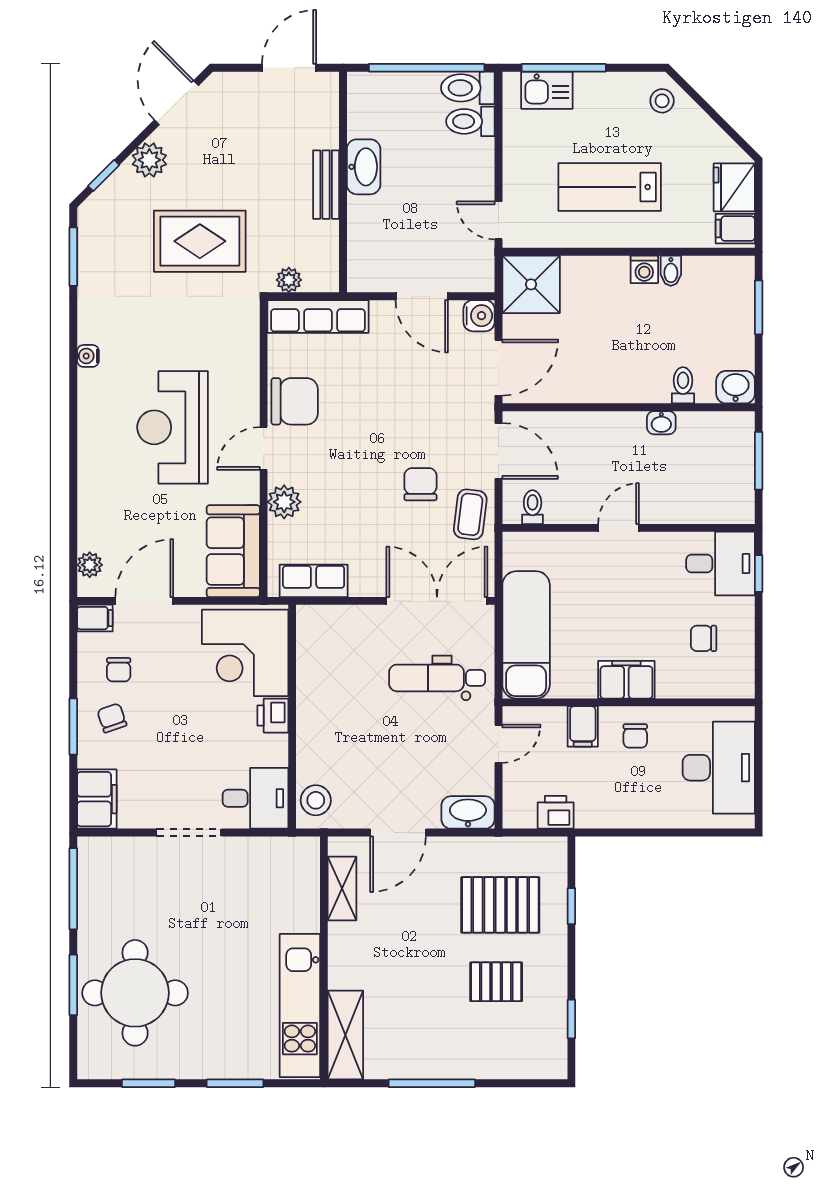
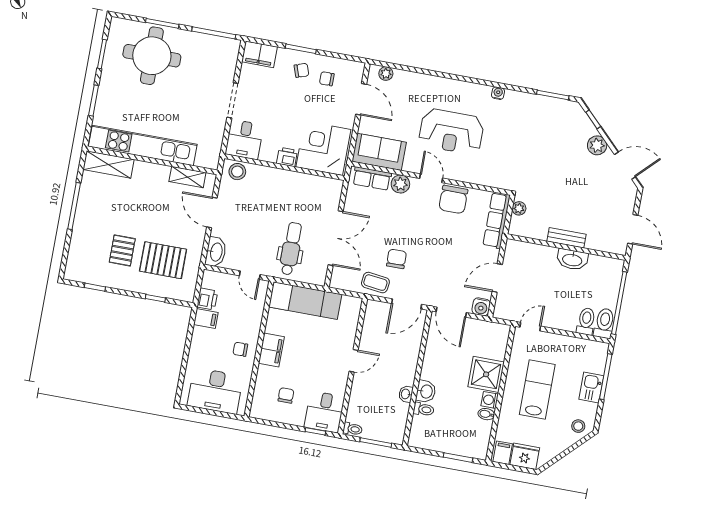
kitchen sink: (547, 90) -> (591, 388), moved
rug: (200, 241) -> (548, 164), removed
shower: (531, 284) -> (486, 374), moved
washbasin: (736, 387) -> (426, 391), moved
reception desk: (173, 427) -> (451, 132), turned 180
chair: (420, 484) -> (397, 259), turned -91
toilet: (533, 507) -> (353, 429), moved
door: (619, 528) -> (354, 361), hinge flipped
row of seats: (314, 581) -> (372, 178), moved, turned 90
double door: (437, 601) -> (336, 238), moved
filing cabinet: (95, 618) -> (357, 71), removed
filing cabinet: (583, 726) -> (206, 319), moved, turned 180
pallet: (500, 905) -> (163, 260), turned 90
kitchen unit: (300, 1006) -> (143, 145), width x1.36

